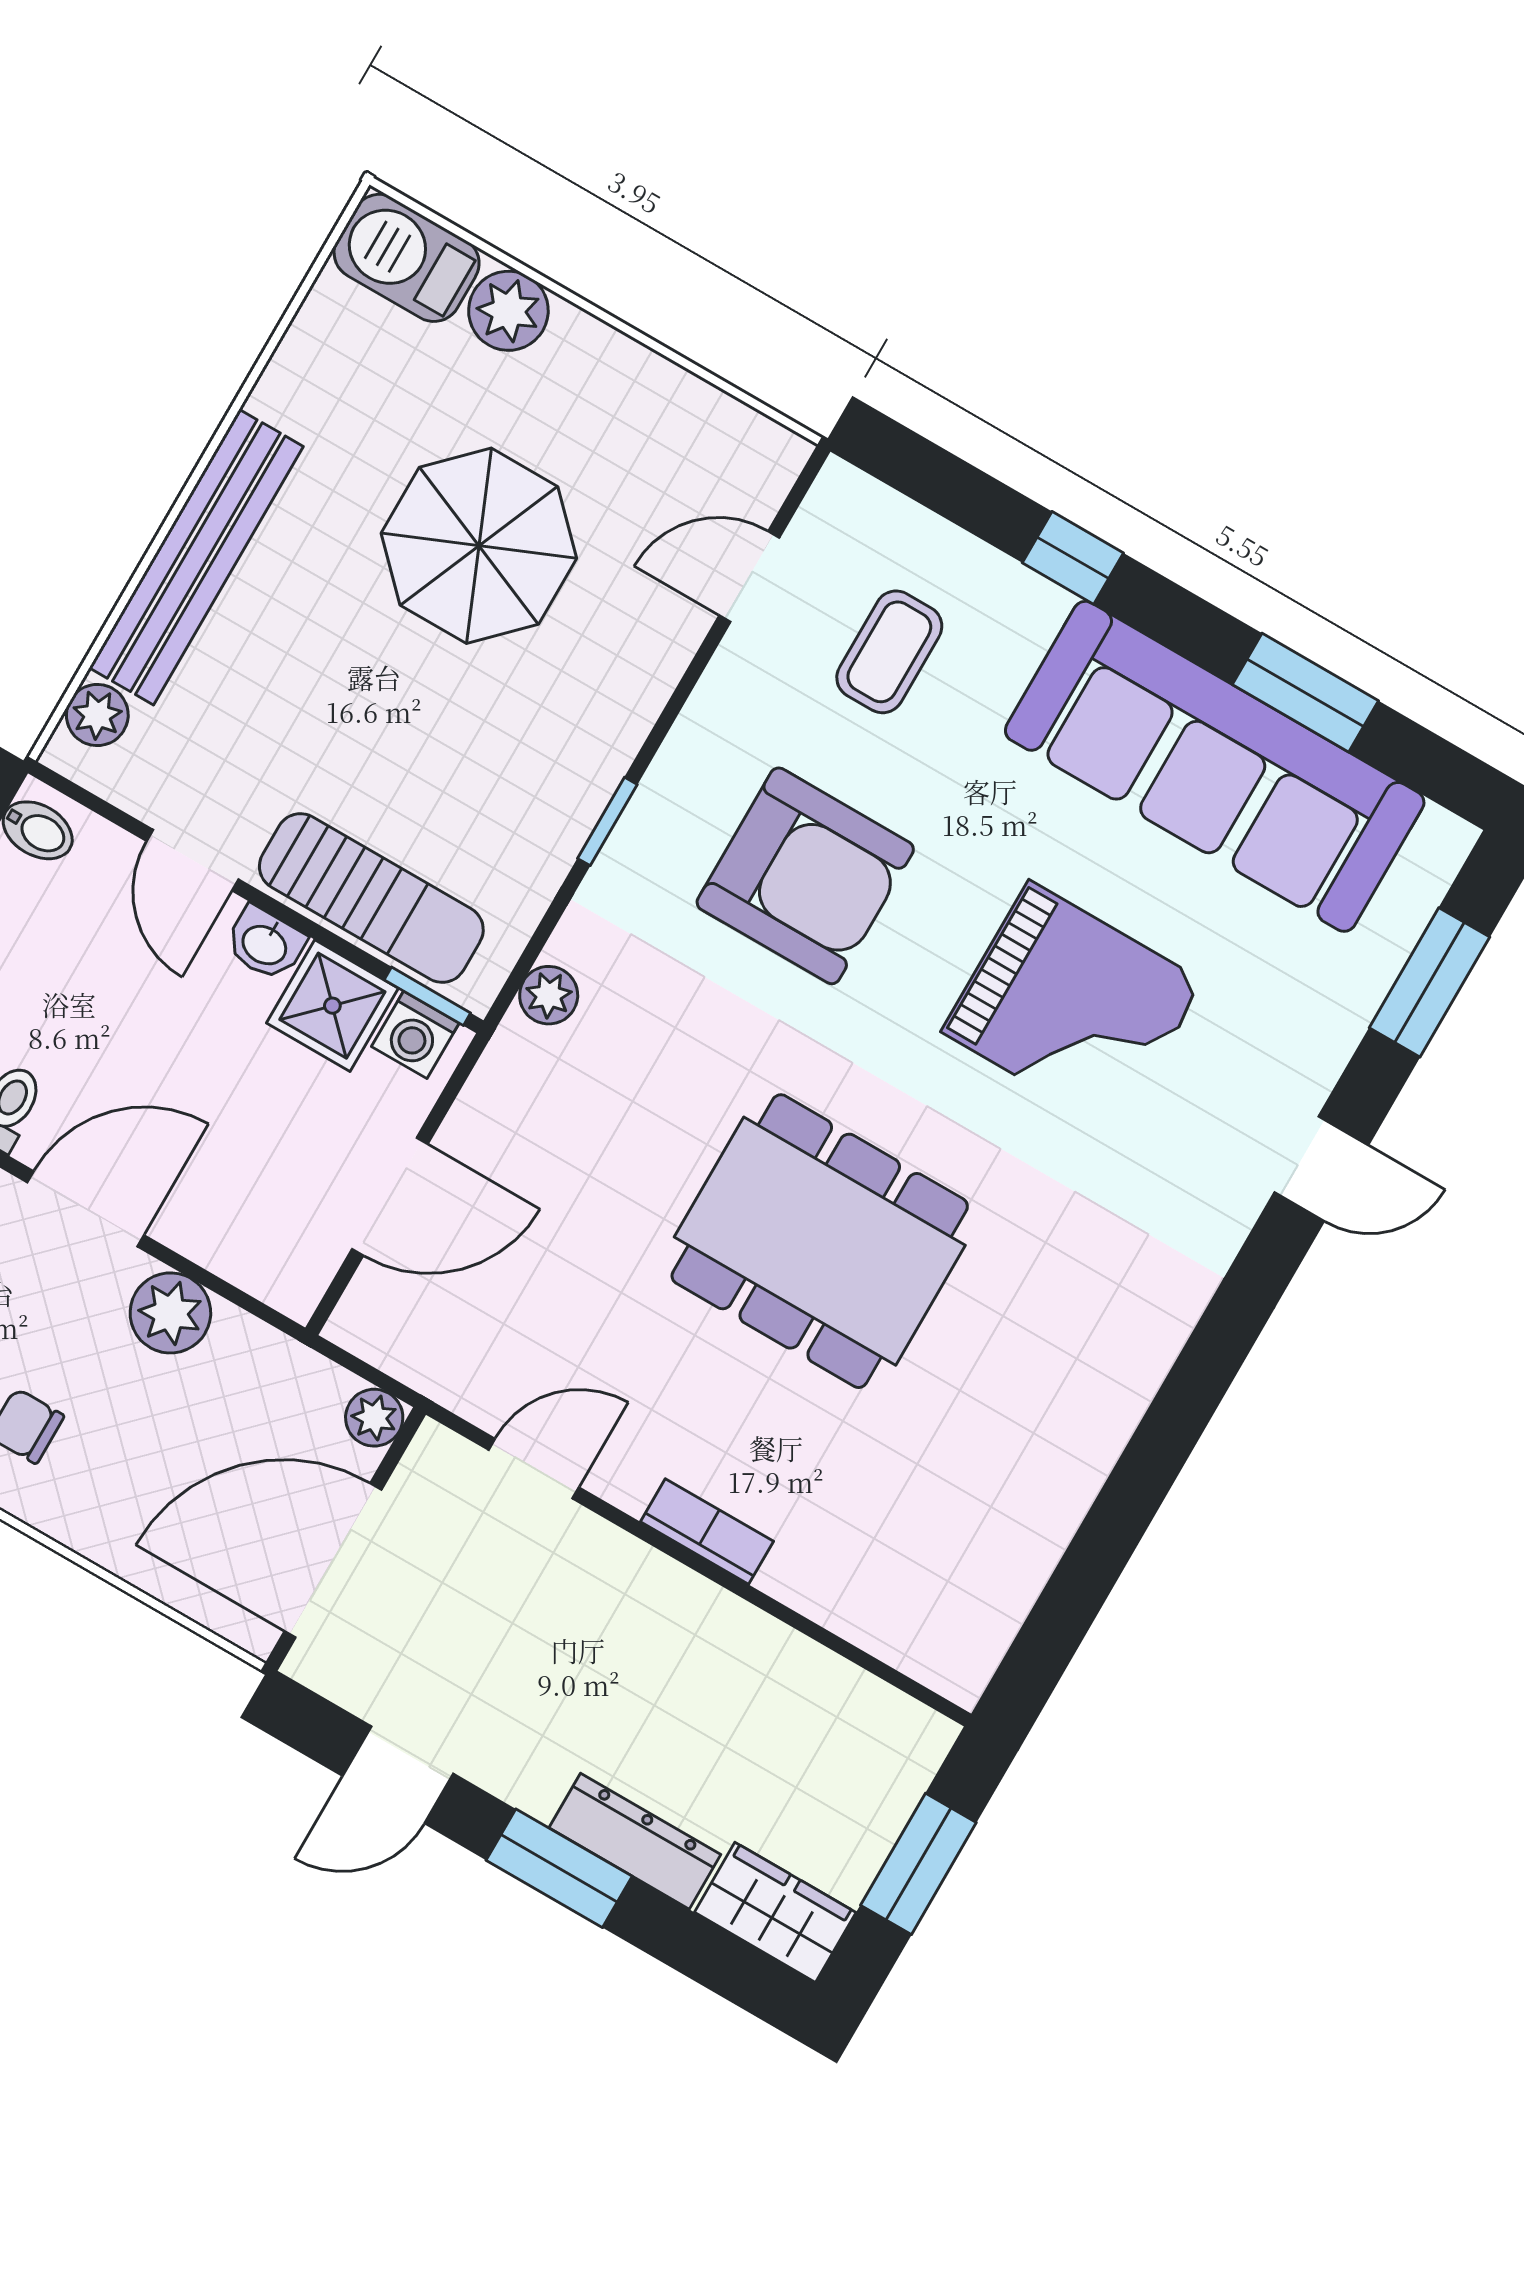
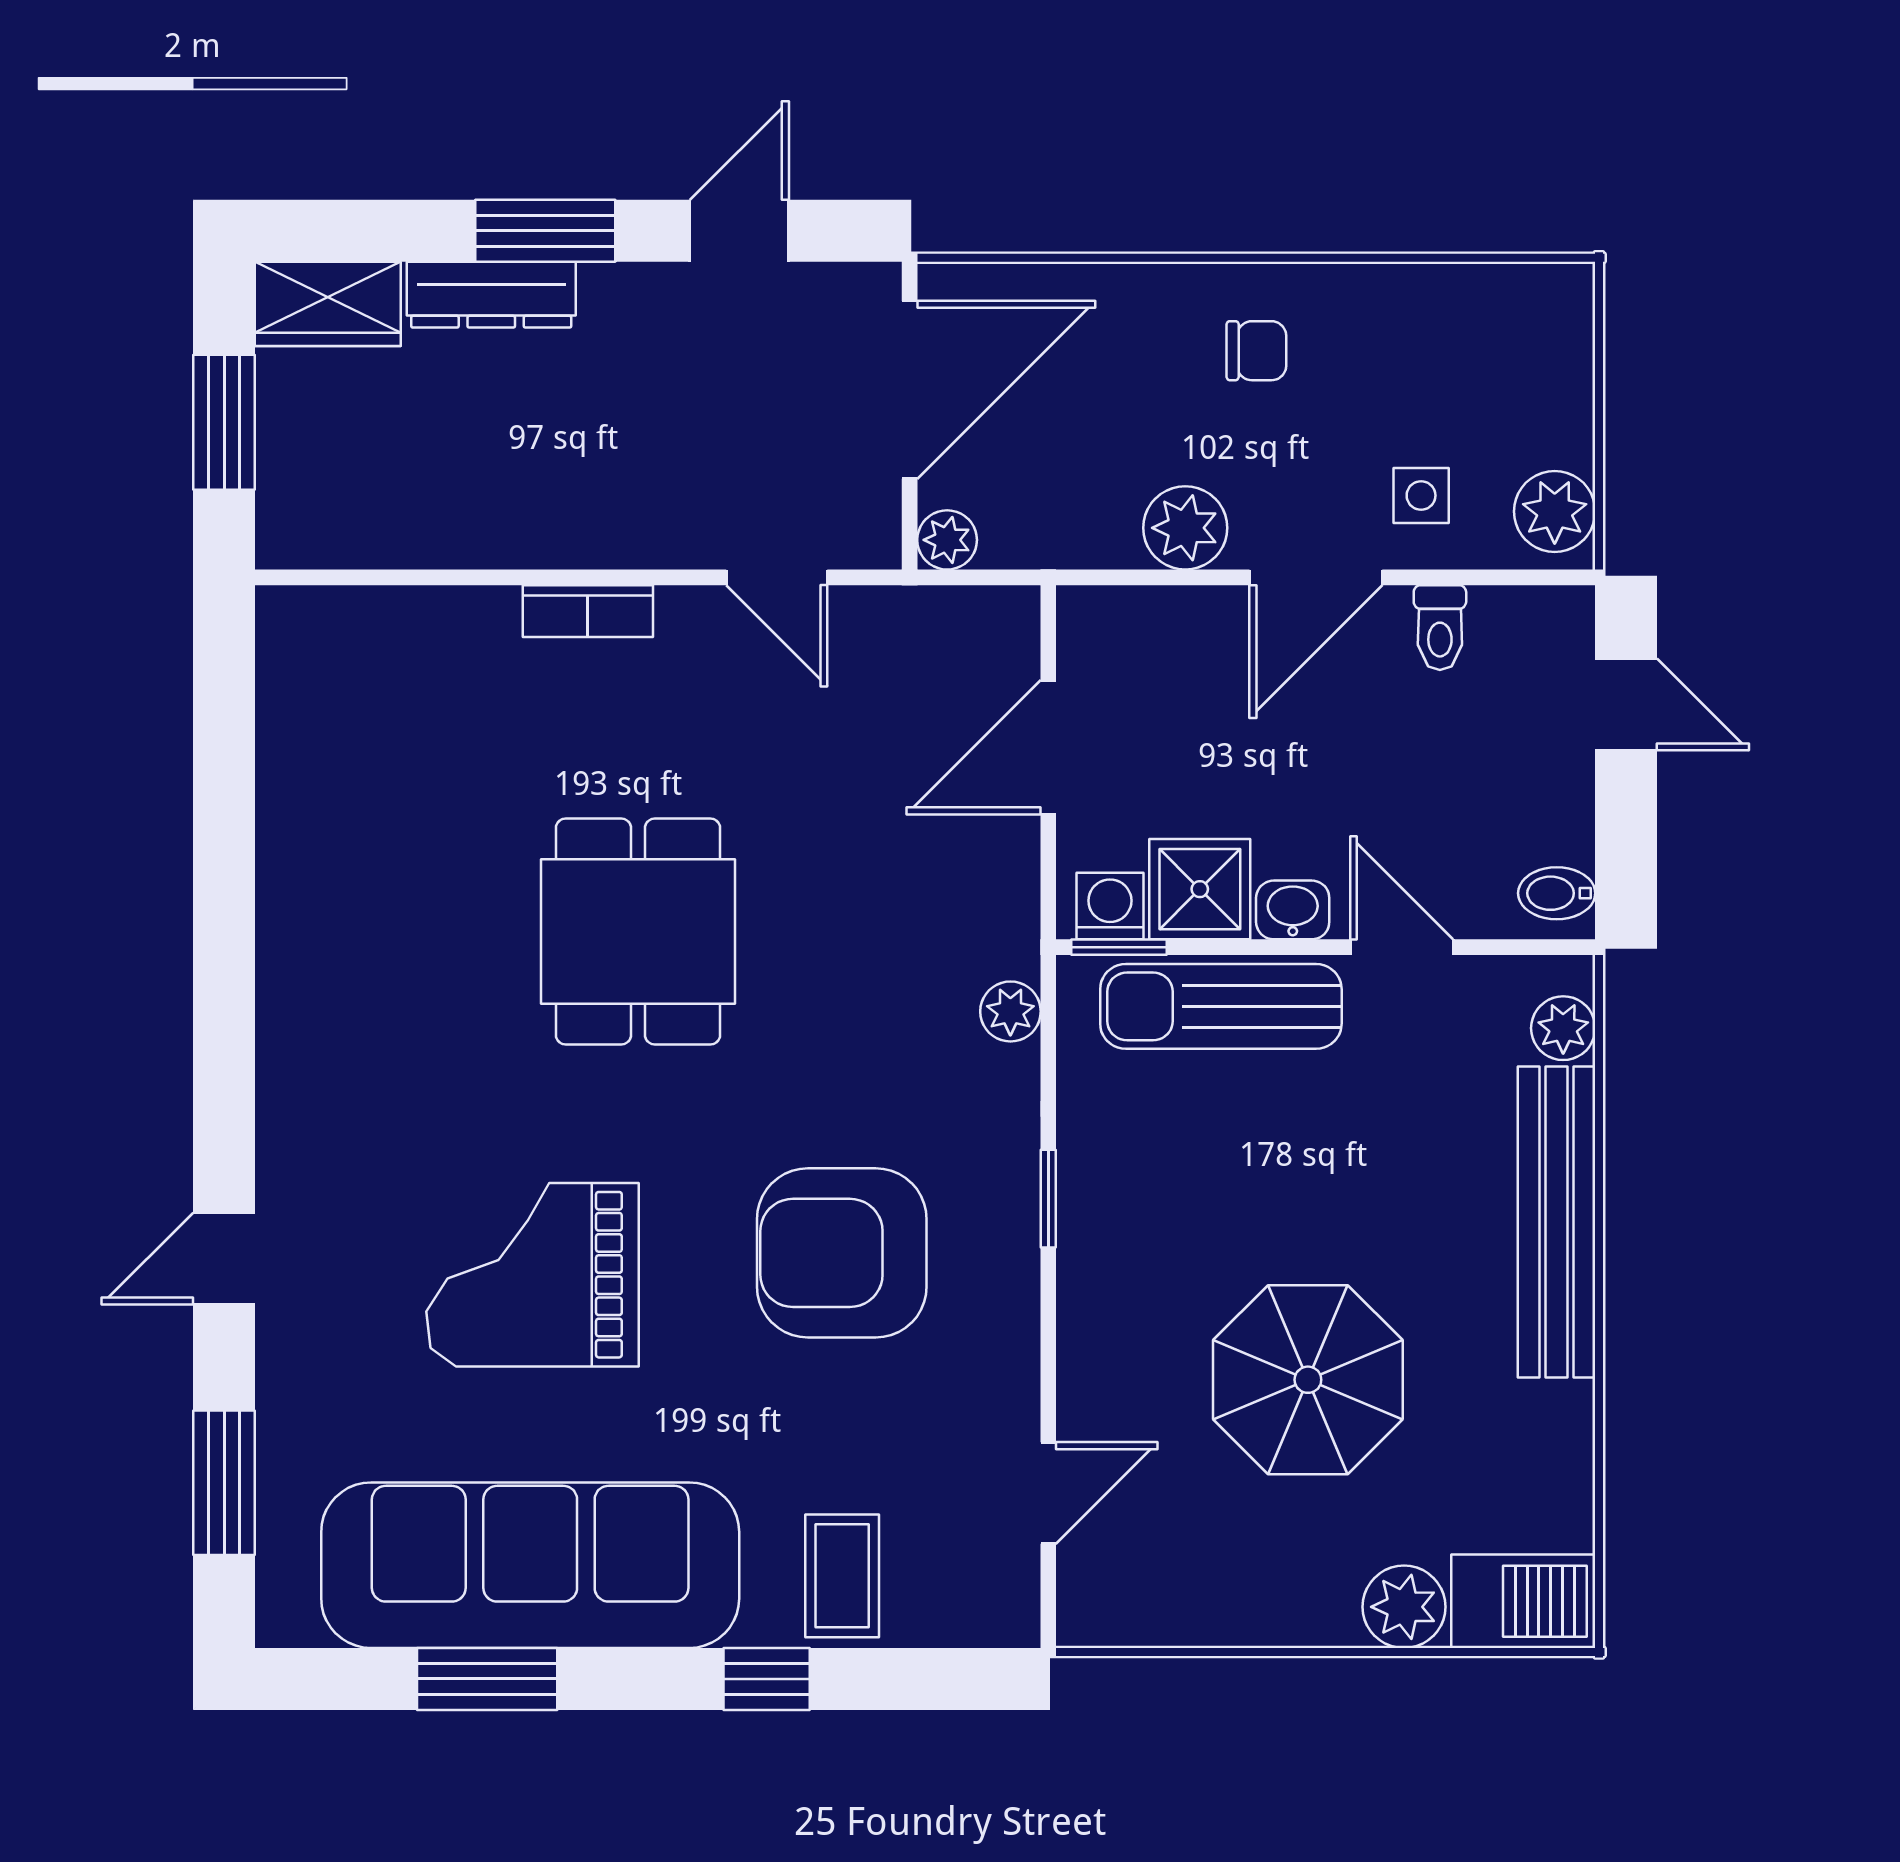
coffee table: (889, 652) -> (842, 1576), moved
dining table: (820, 1241) -> (638, 932), width x0.73
door: (534, 1469) -> (777, 577), hinge flipped

